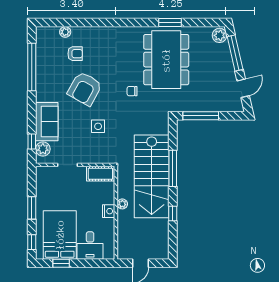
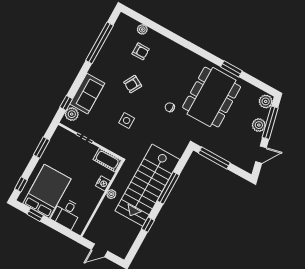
plant: (226, 61) -> (259, 125), added
armchair: (85, 89) -> (133, 84), width x0.53, depth x0.53
window: (32, 208) -> (41, 148), moved
nightstand: (109, 211) -> (103, 183), moved

